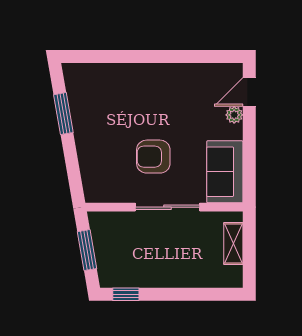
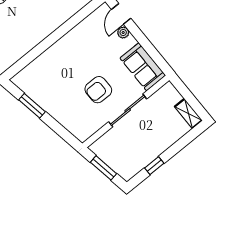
shelving: (233, 244) -> (188, 113), moved
window: (126, 294) -> (154, 166), moved

